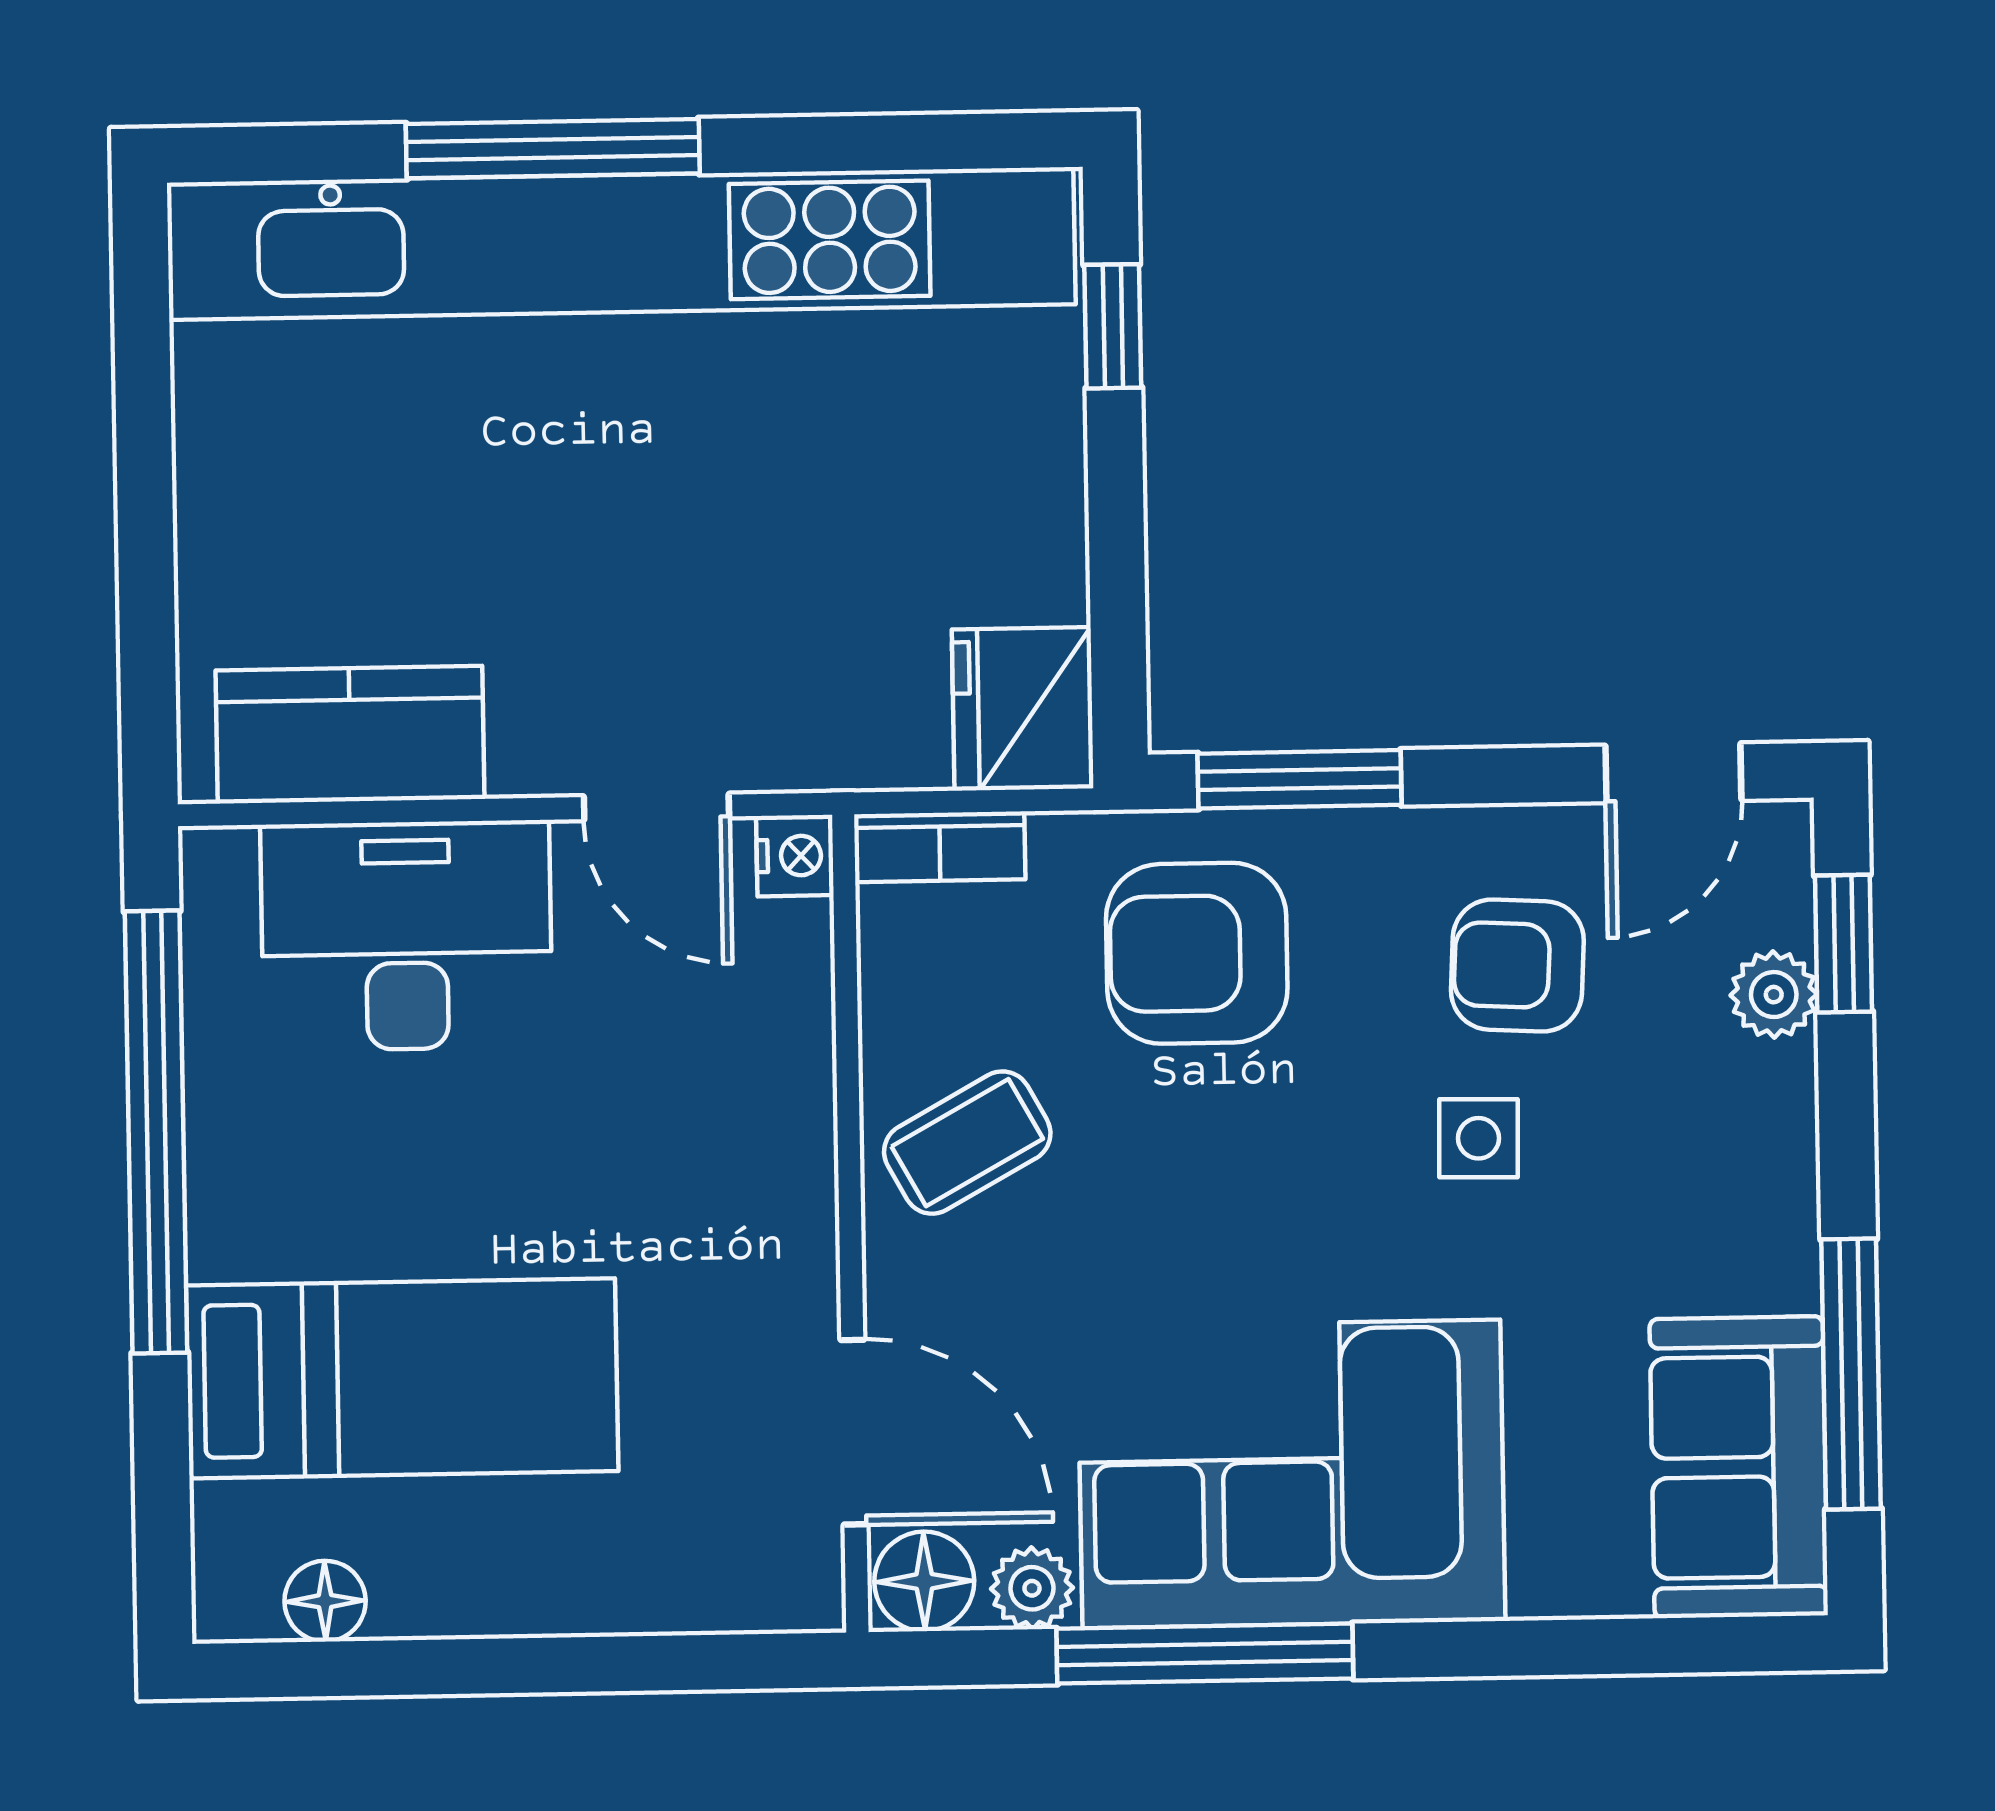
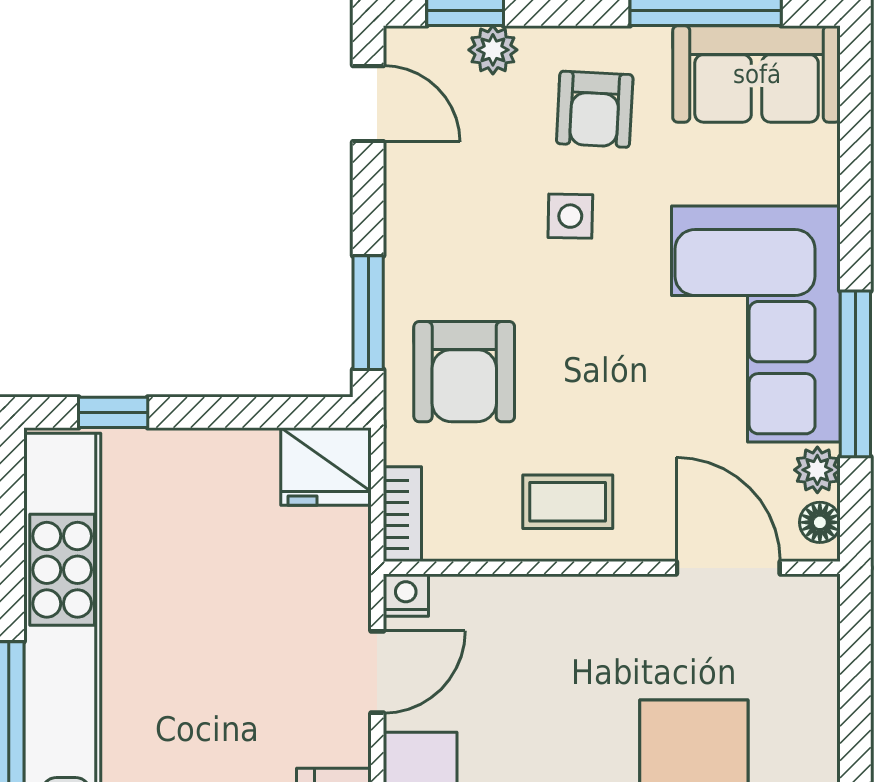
armchair: (1517, 965) -> (595, 109), moved
coffee table: (967, 1143) -> (568, 502), turned -61
door: (854, 1432) -> (728, 568), hinge flipped
floor lamp: (924, 1581) -> (820, 522), width x0.73, depth x0.73

